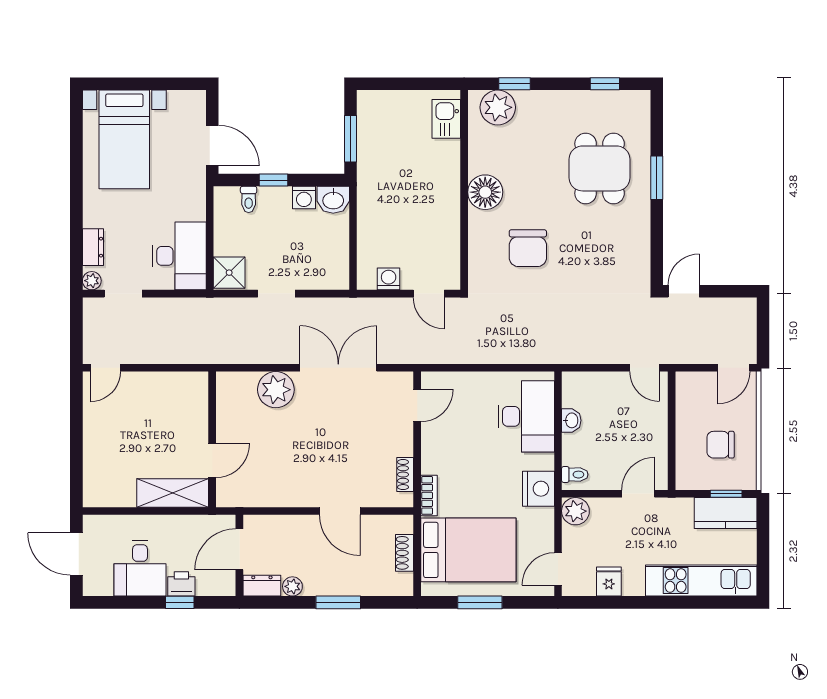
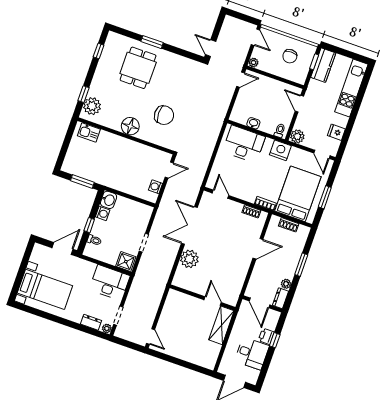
dining table: (600, 168) -> (138, 68), turned 90
plant: (685, 381) -> (253, 63), added

